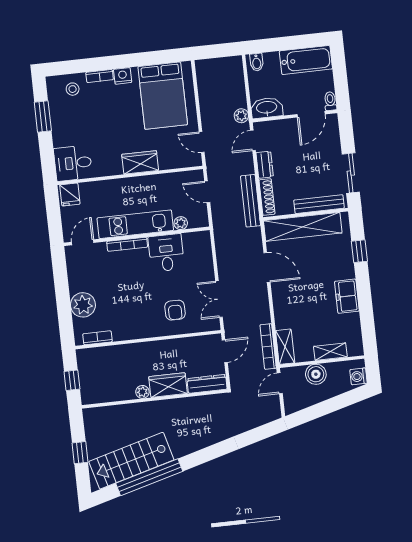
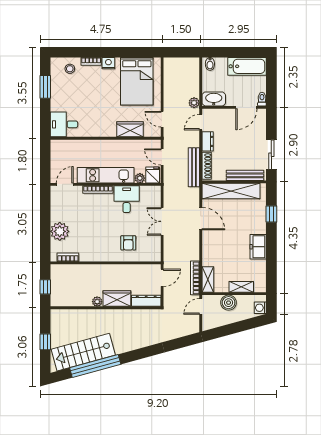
wardrobe: (140, 162) -> (130, 129), moved
fridge: (70, 195) -> (153, 175), moved, turned 180
double door: (219, 299) -> (162, 221), moved

